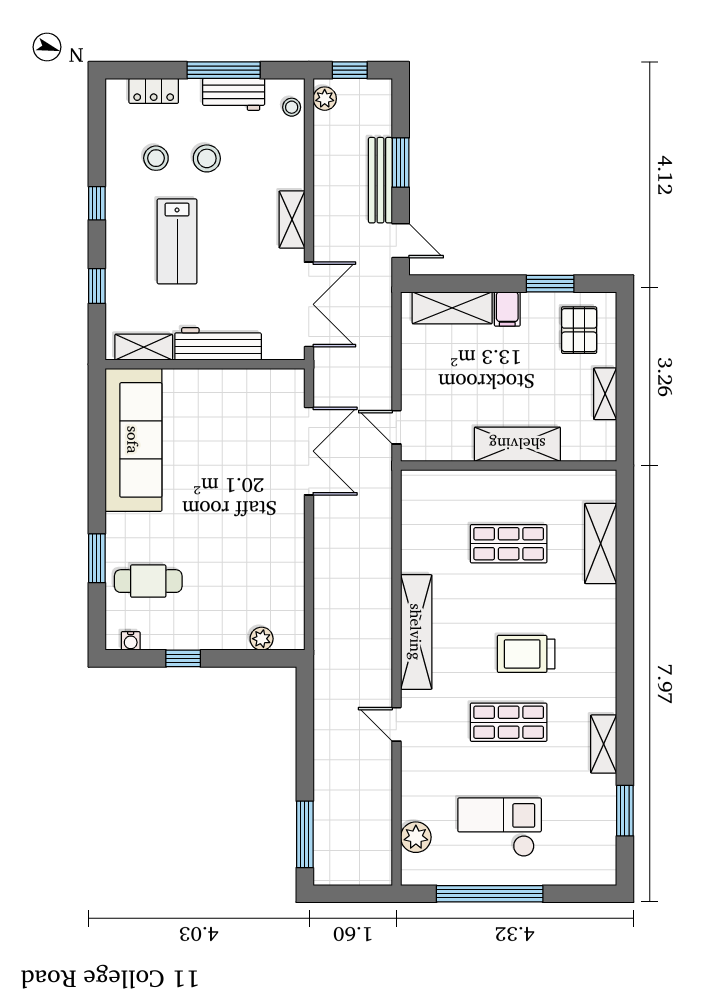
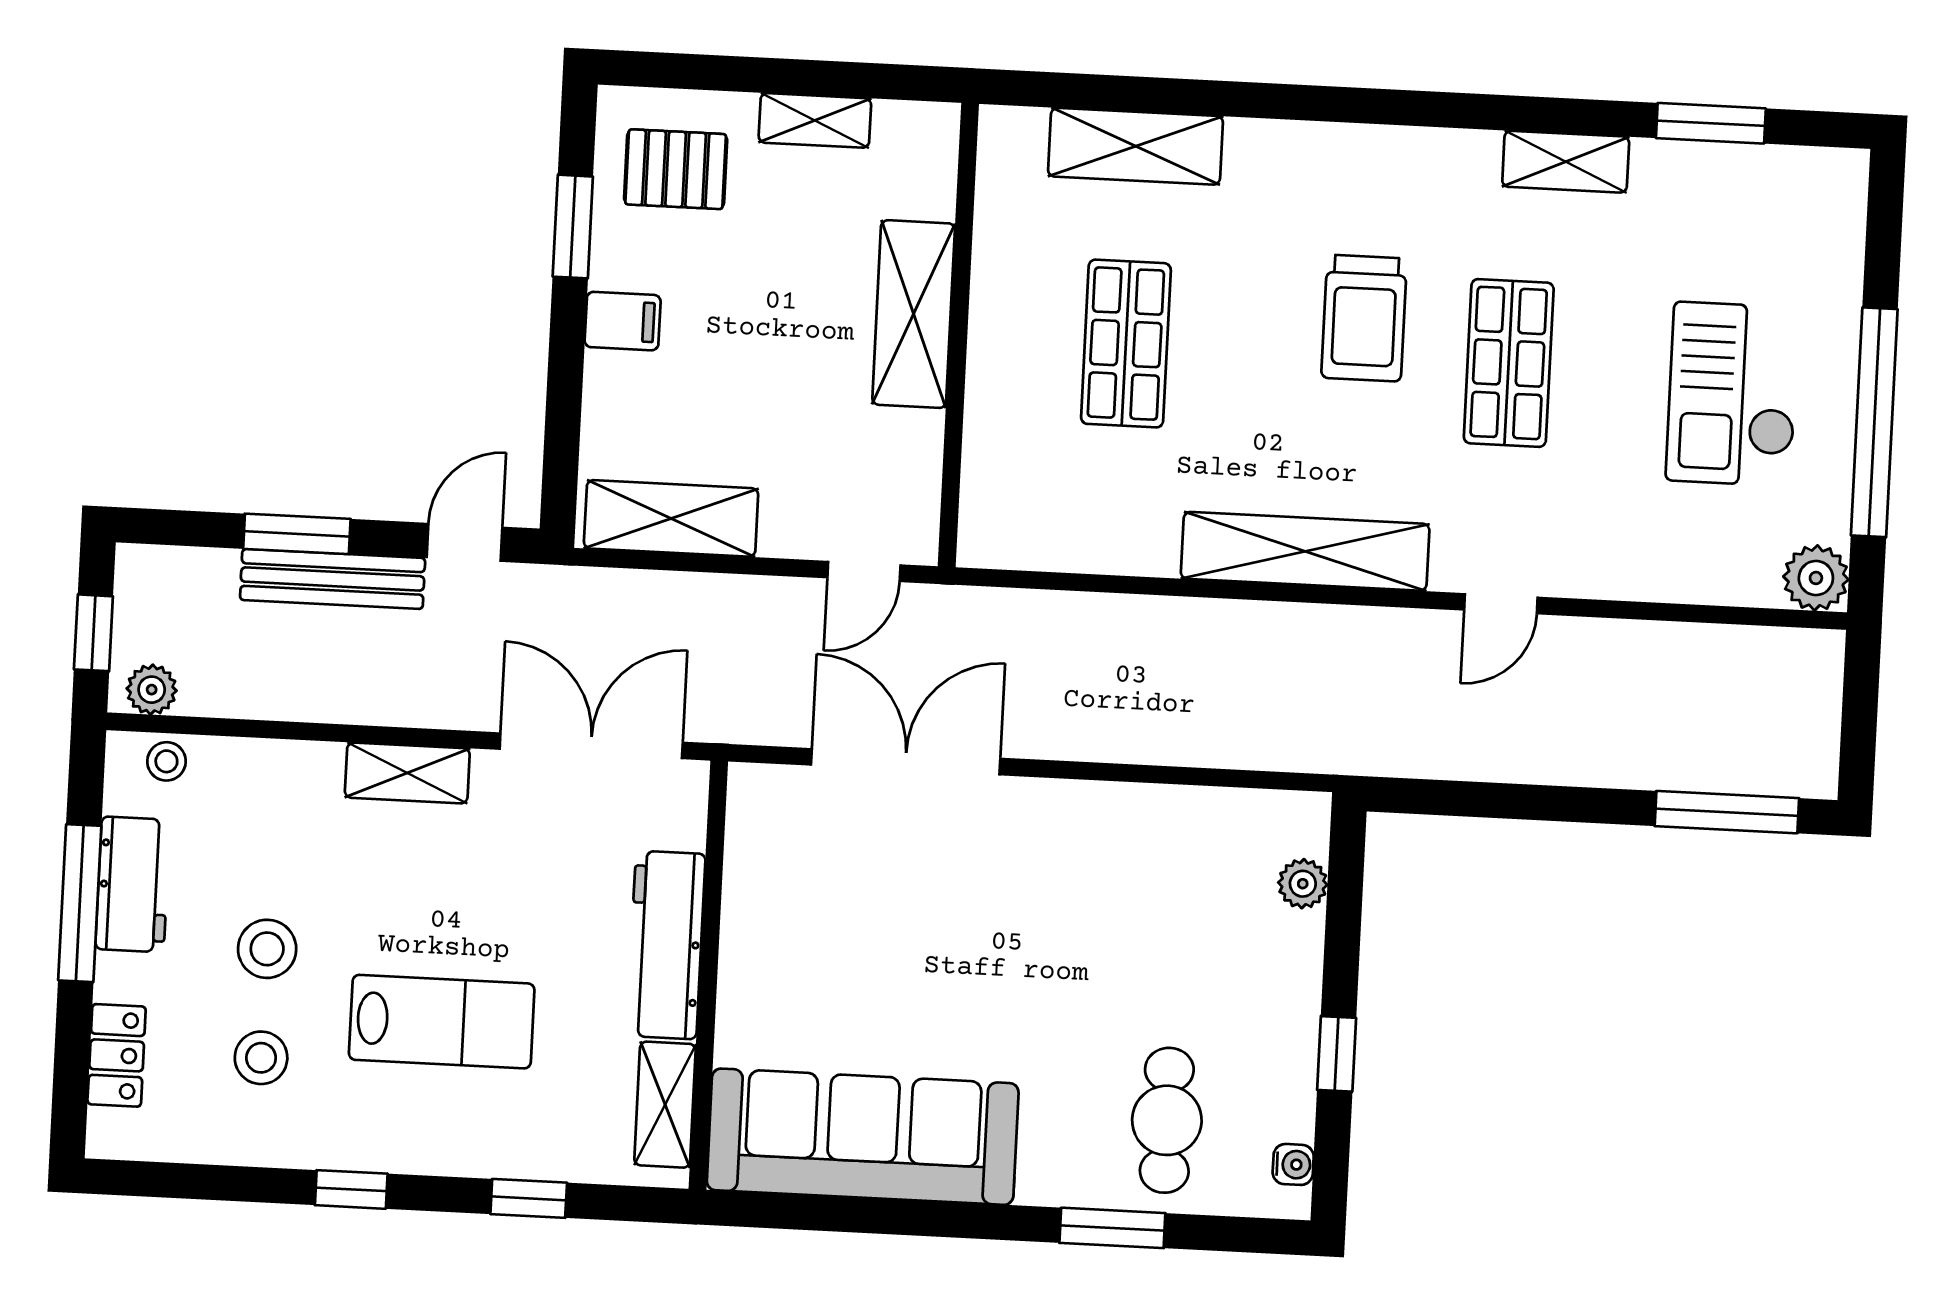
shelving: (452, 308) -> (671, 518), moved, turned 90
plant: (416, 837) -> (1816, 578), moved

